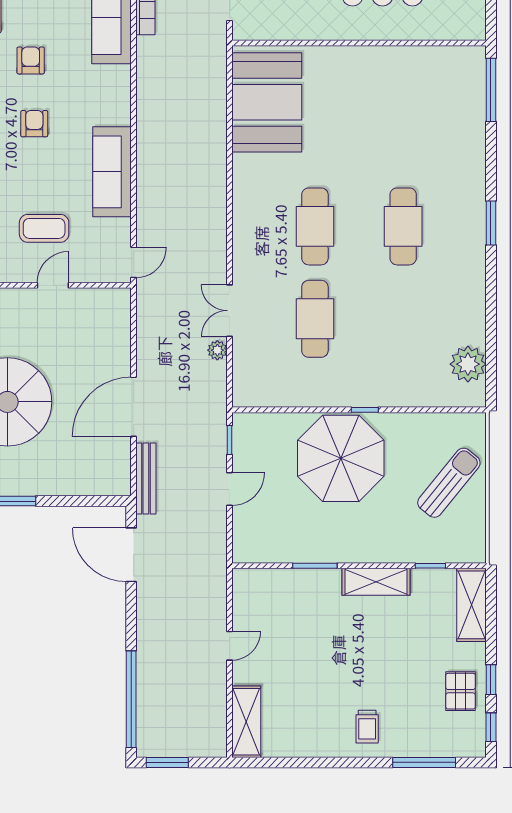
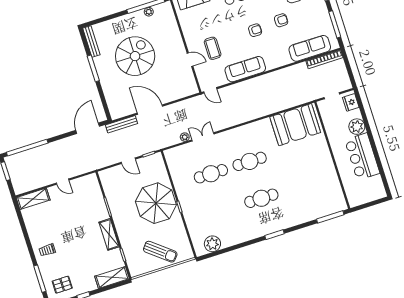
pallet: (461, 691) -> (62, 285), moved

